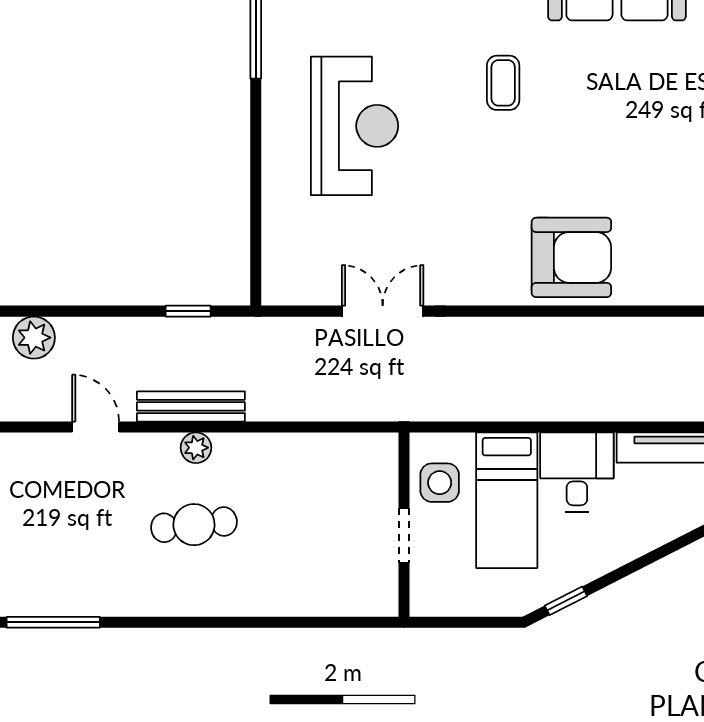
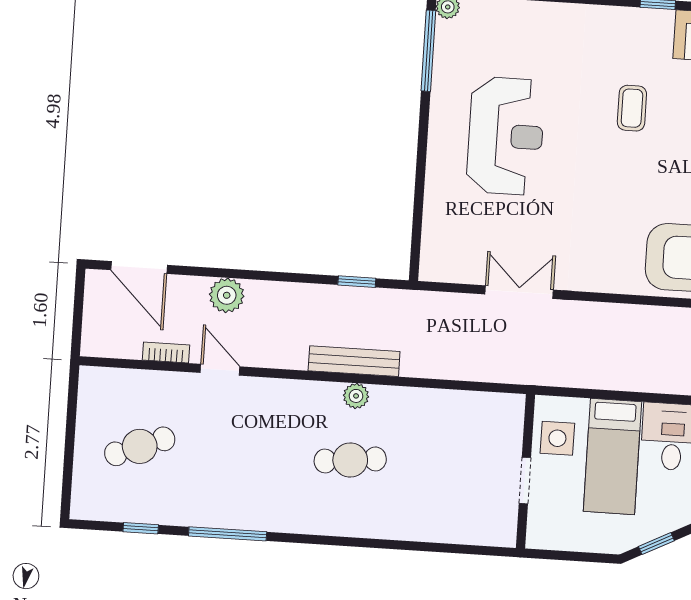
door: (96, 427) -> (220, 370), moved

